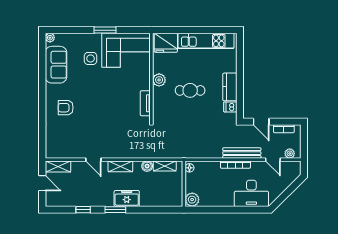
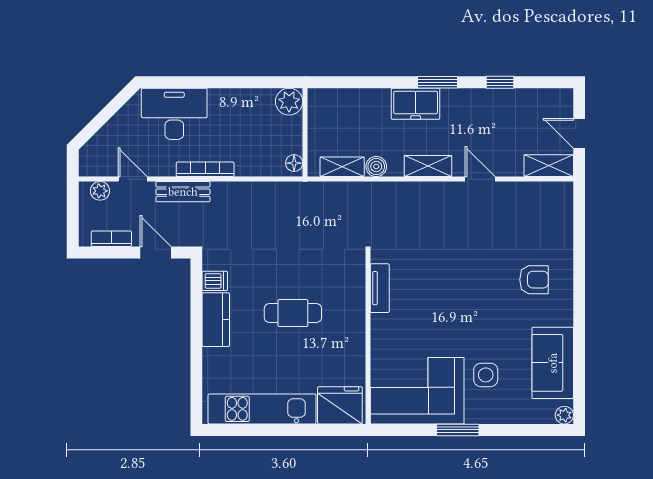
plant: (159, 80) -> (353, 333), removed
bench: (242, 153) -> (183, 192), width x0.73

